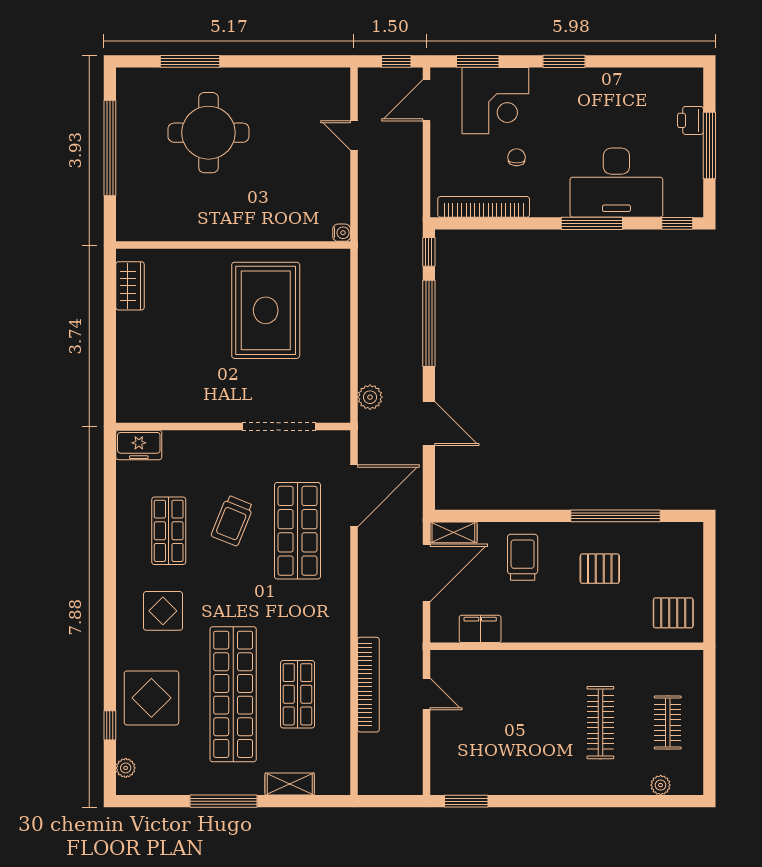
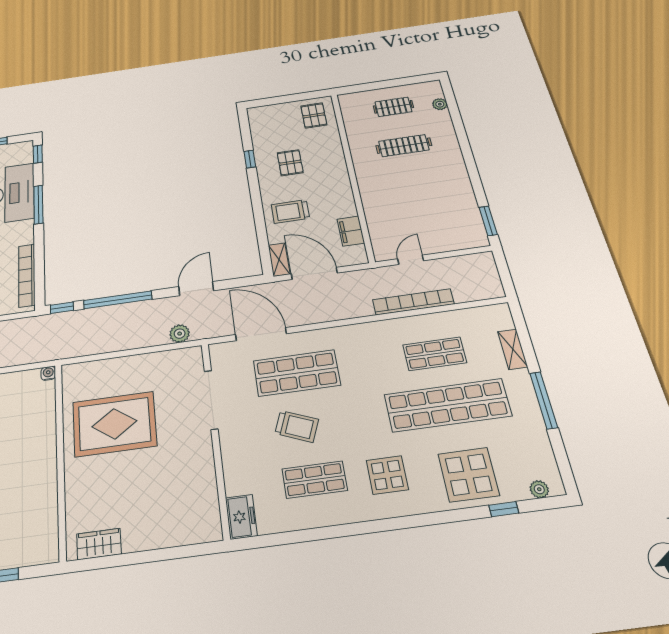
window: (615, 516) -> (250, 159), width x0.32

